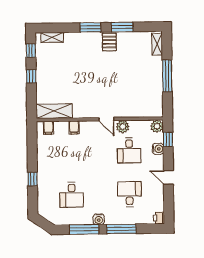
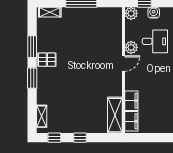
filing cabinet: (74, 127) -> (131, 101), width x2.00
filing cabinet: (48, 128) -> (131, 121), width x2.00

